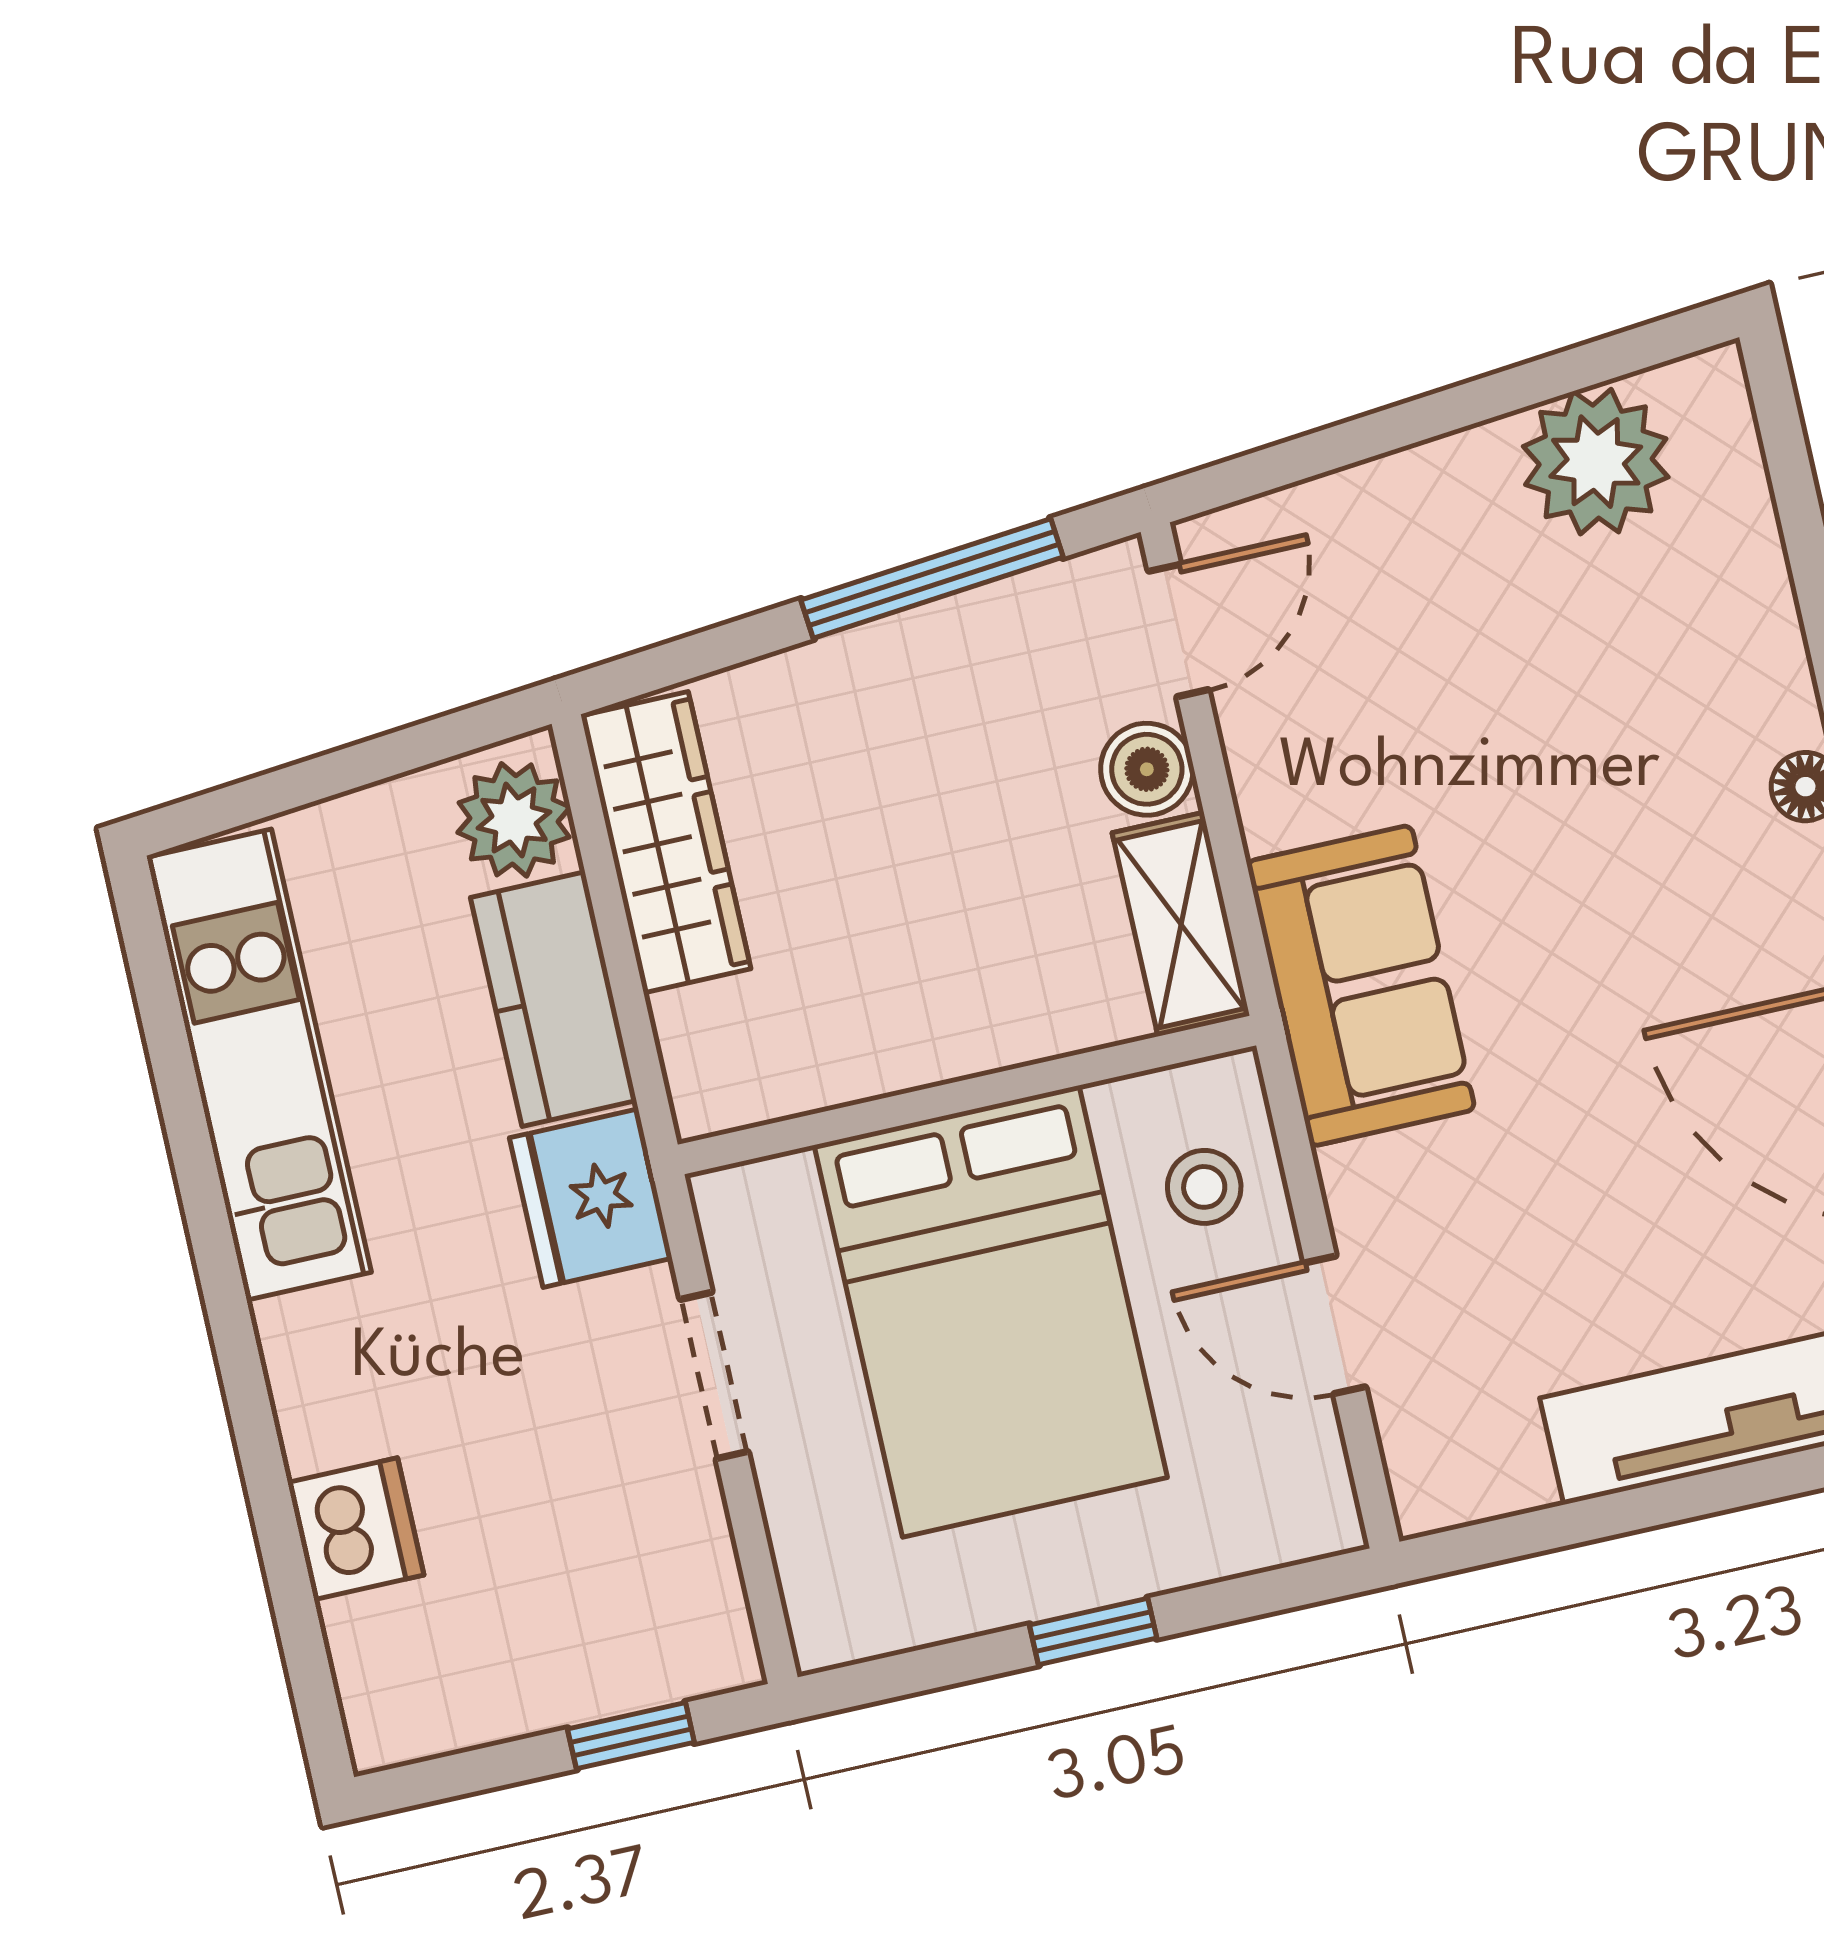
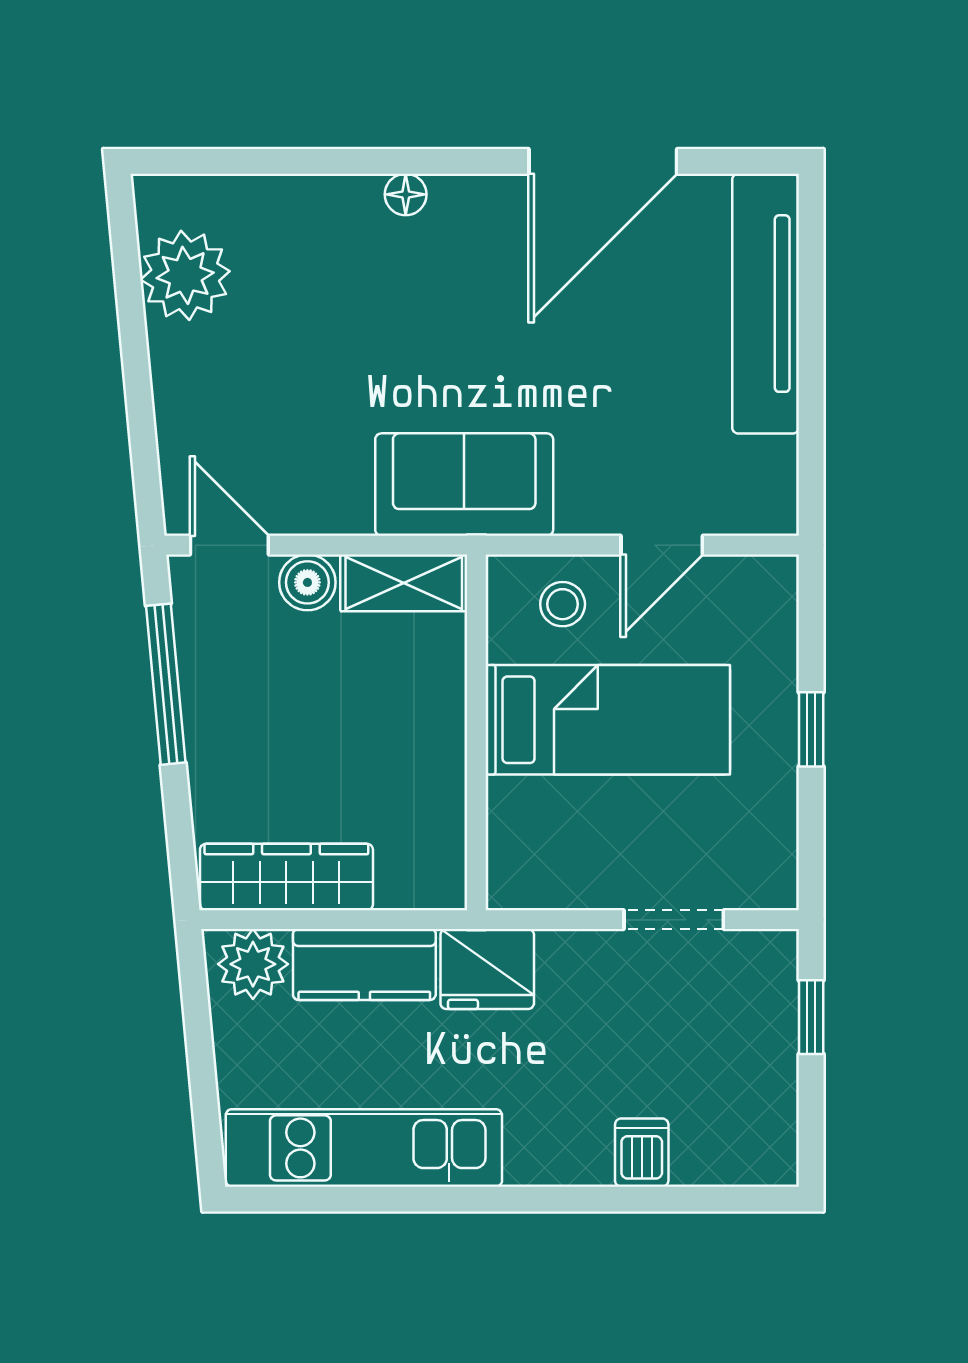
bed: (991, 1311) -> (608, 720), width x0.67
doorway: (714, 1375) -> (674, 920), moved
dishwasher: (356, 1529) -> (642, 1153), width x0.73

